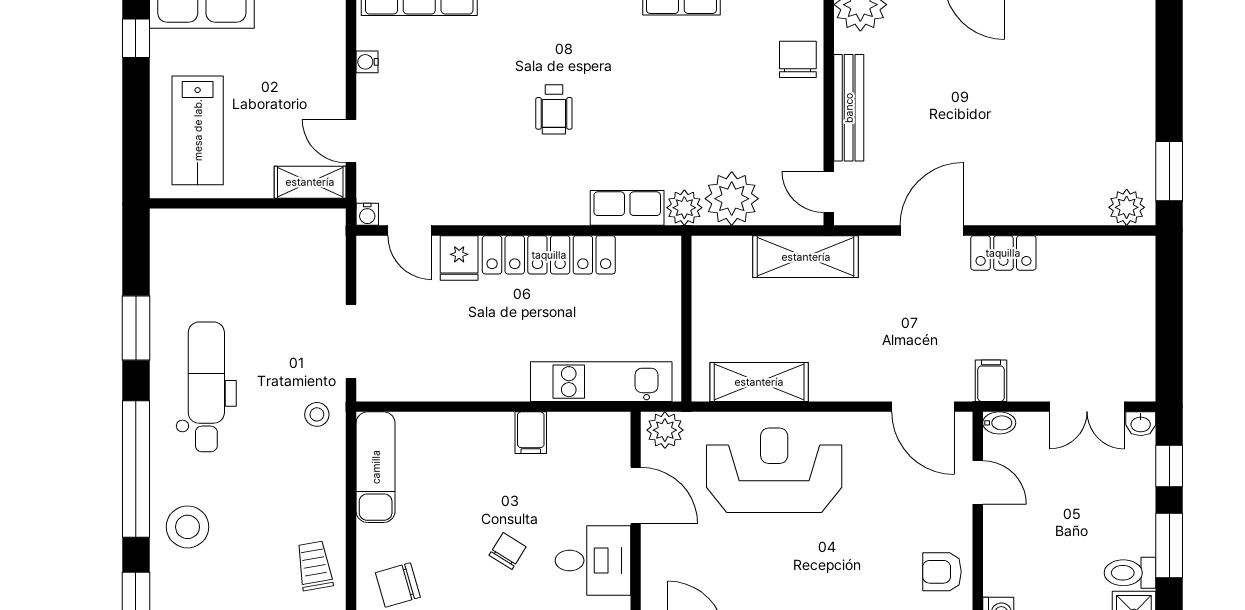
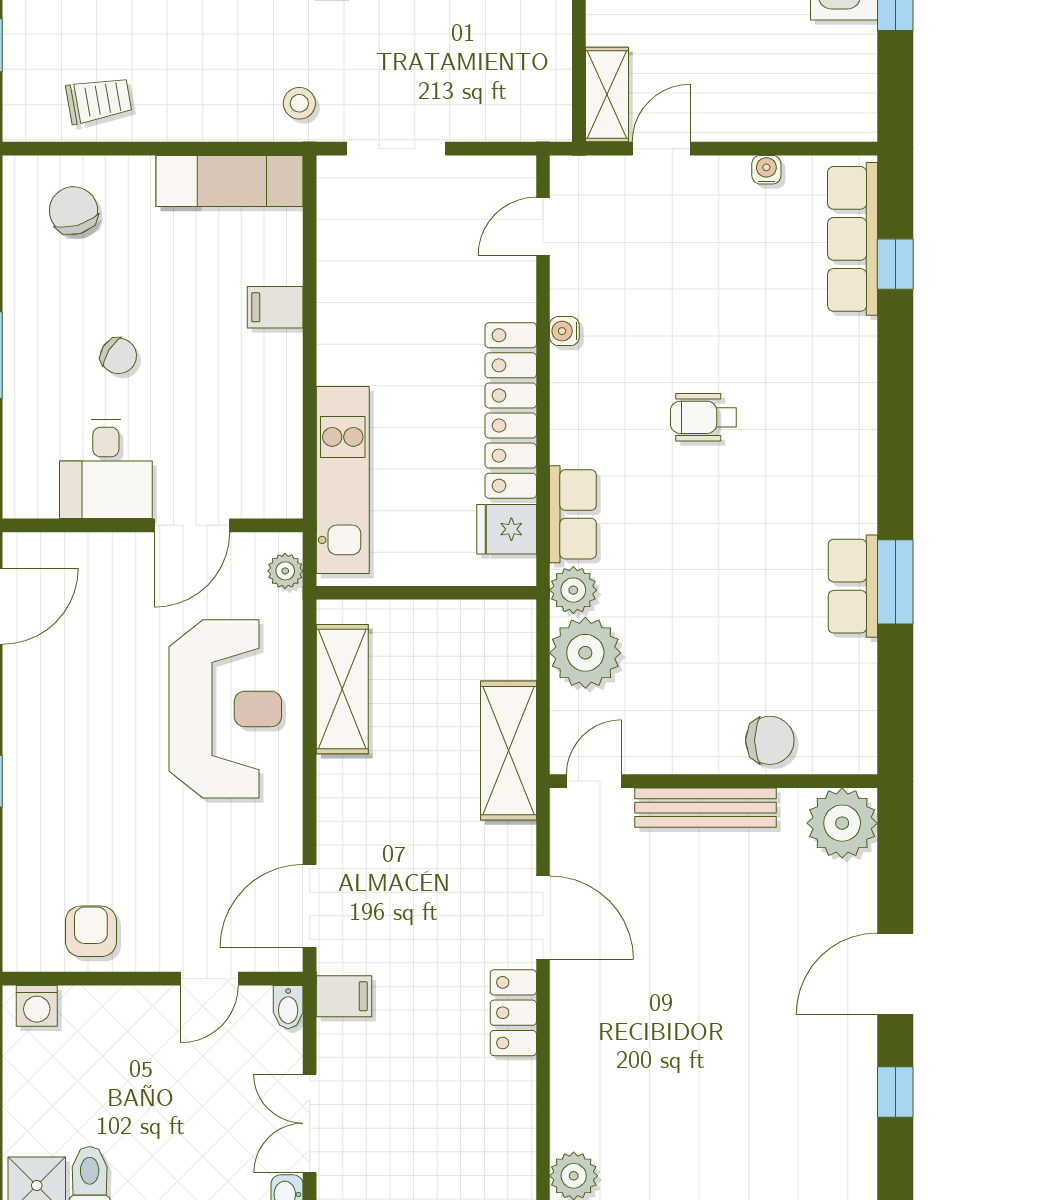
water cooler: (367, 214) -> (564, 331), moved
fridge: (459, 258) -> (507, 529), moved
plant: (665, 430) -> (285, 571), width x0.73, depth x0.73
filing cabinet: (531, 433) -> (275, 307), moved

